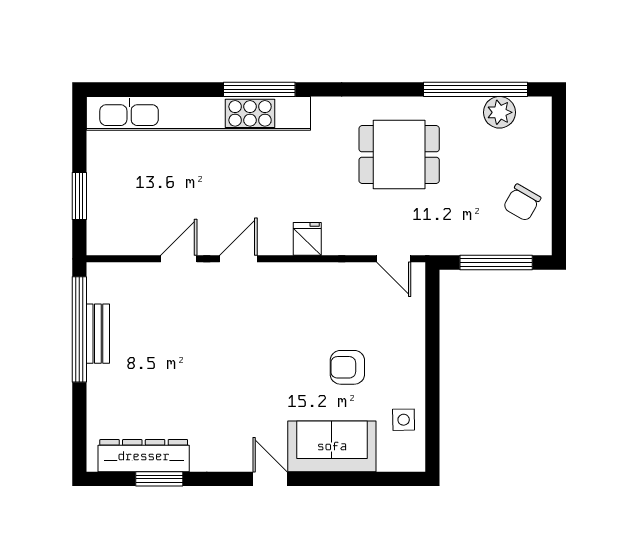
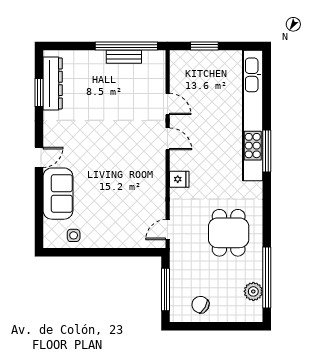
armchair: (347, 367) -> (104, 203), removed

